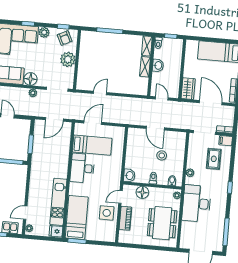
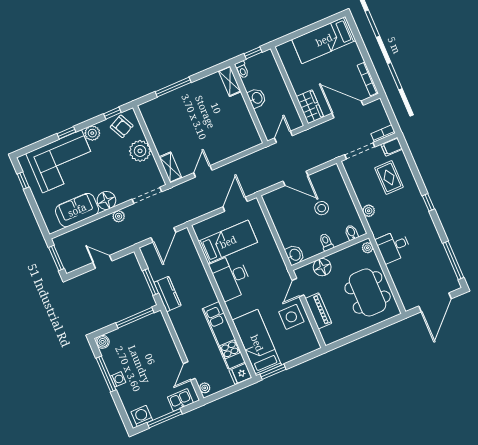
shelving: (145, 67) -> (170, 167), moved
door: (162, 98) -> (283, 137), hinge flipped
door: (93, 123) -> (235, 204), moved
kitchen counter: (37, 157) -> (167, 294), added
desk: (197, 203) -> (393, 247), width x0.53, depth x0.77

